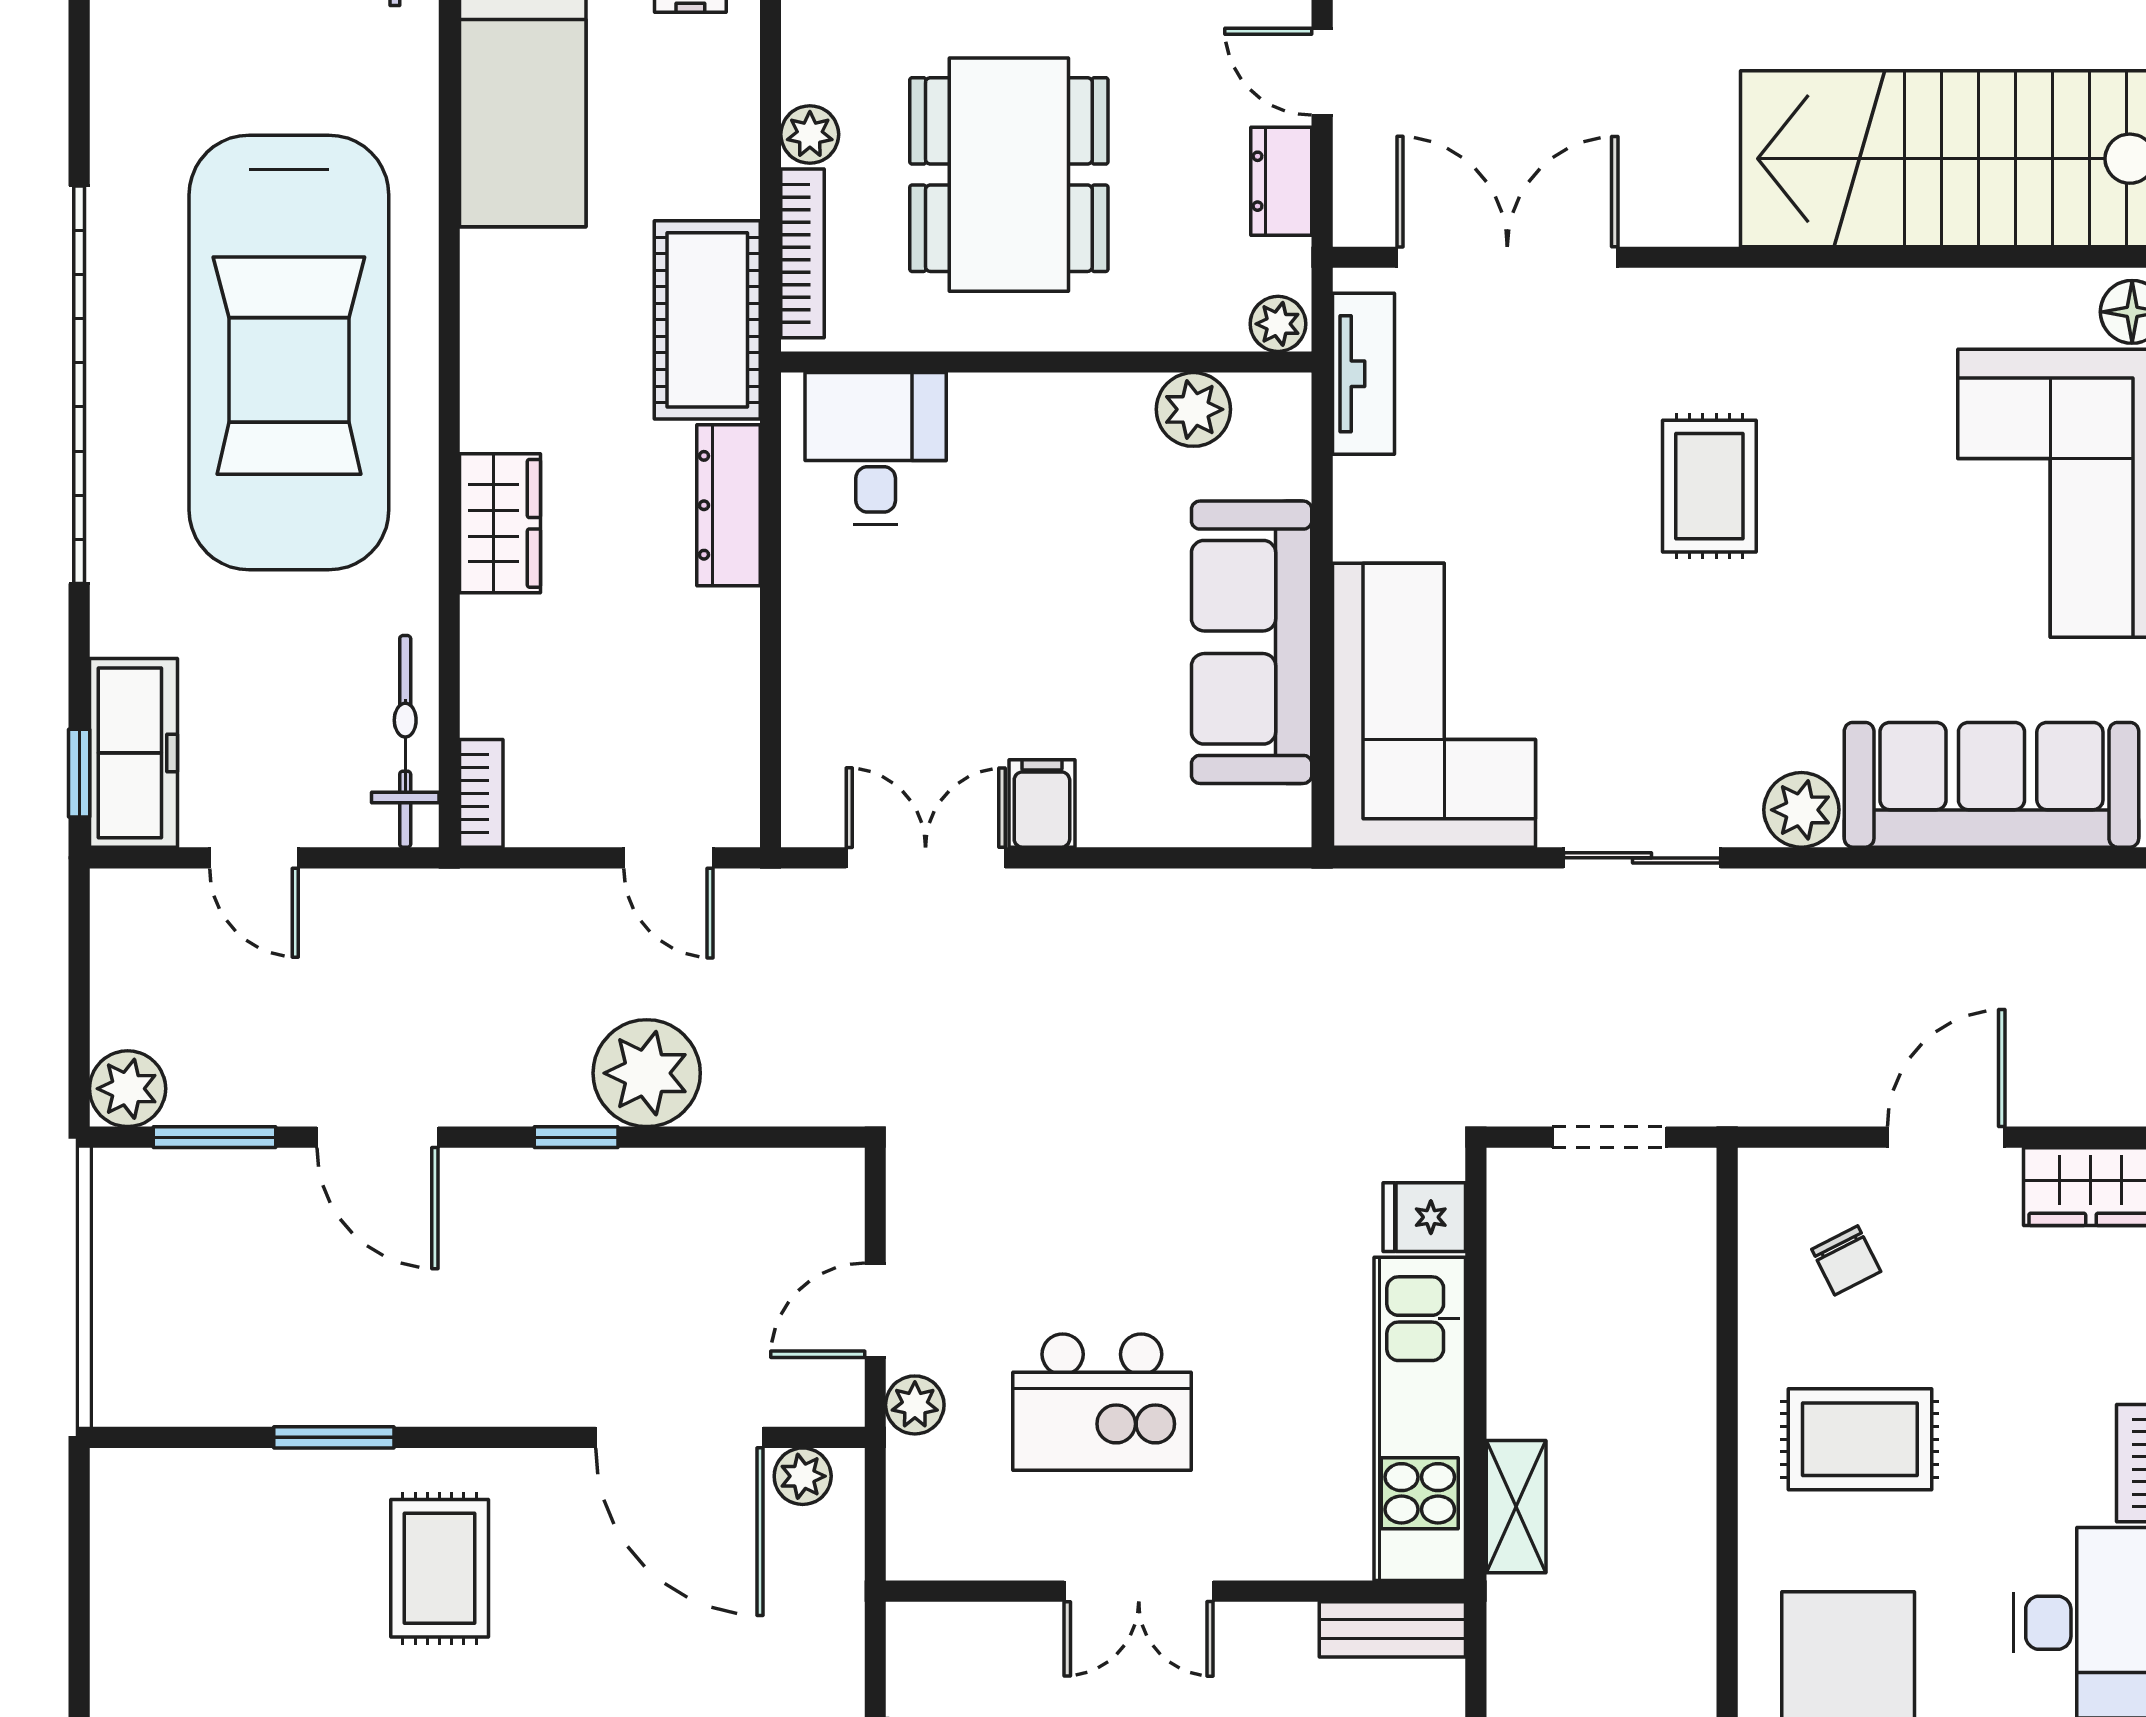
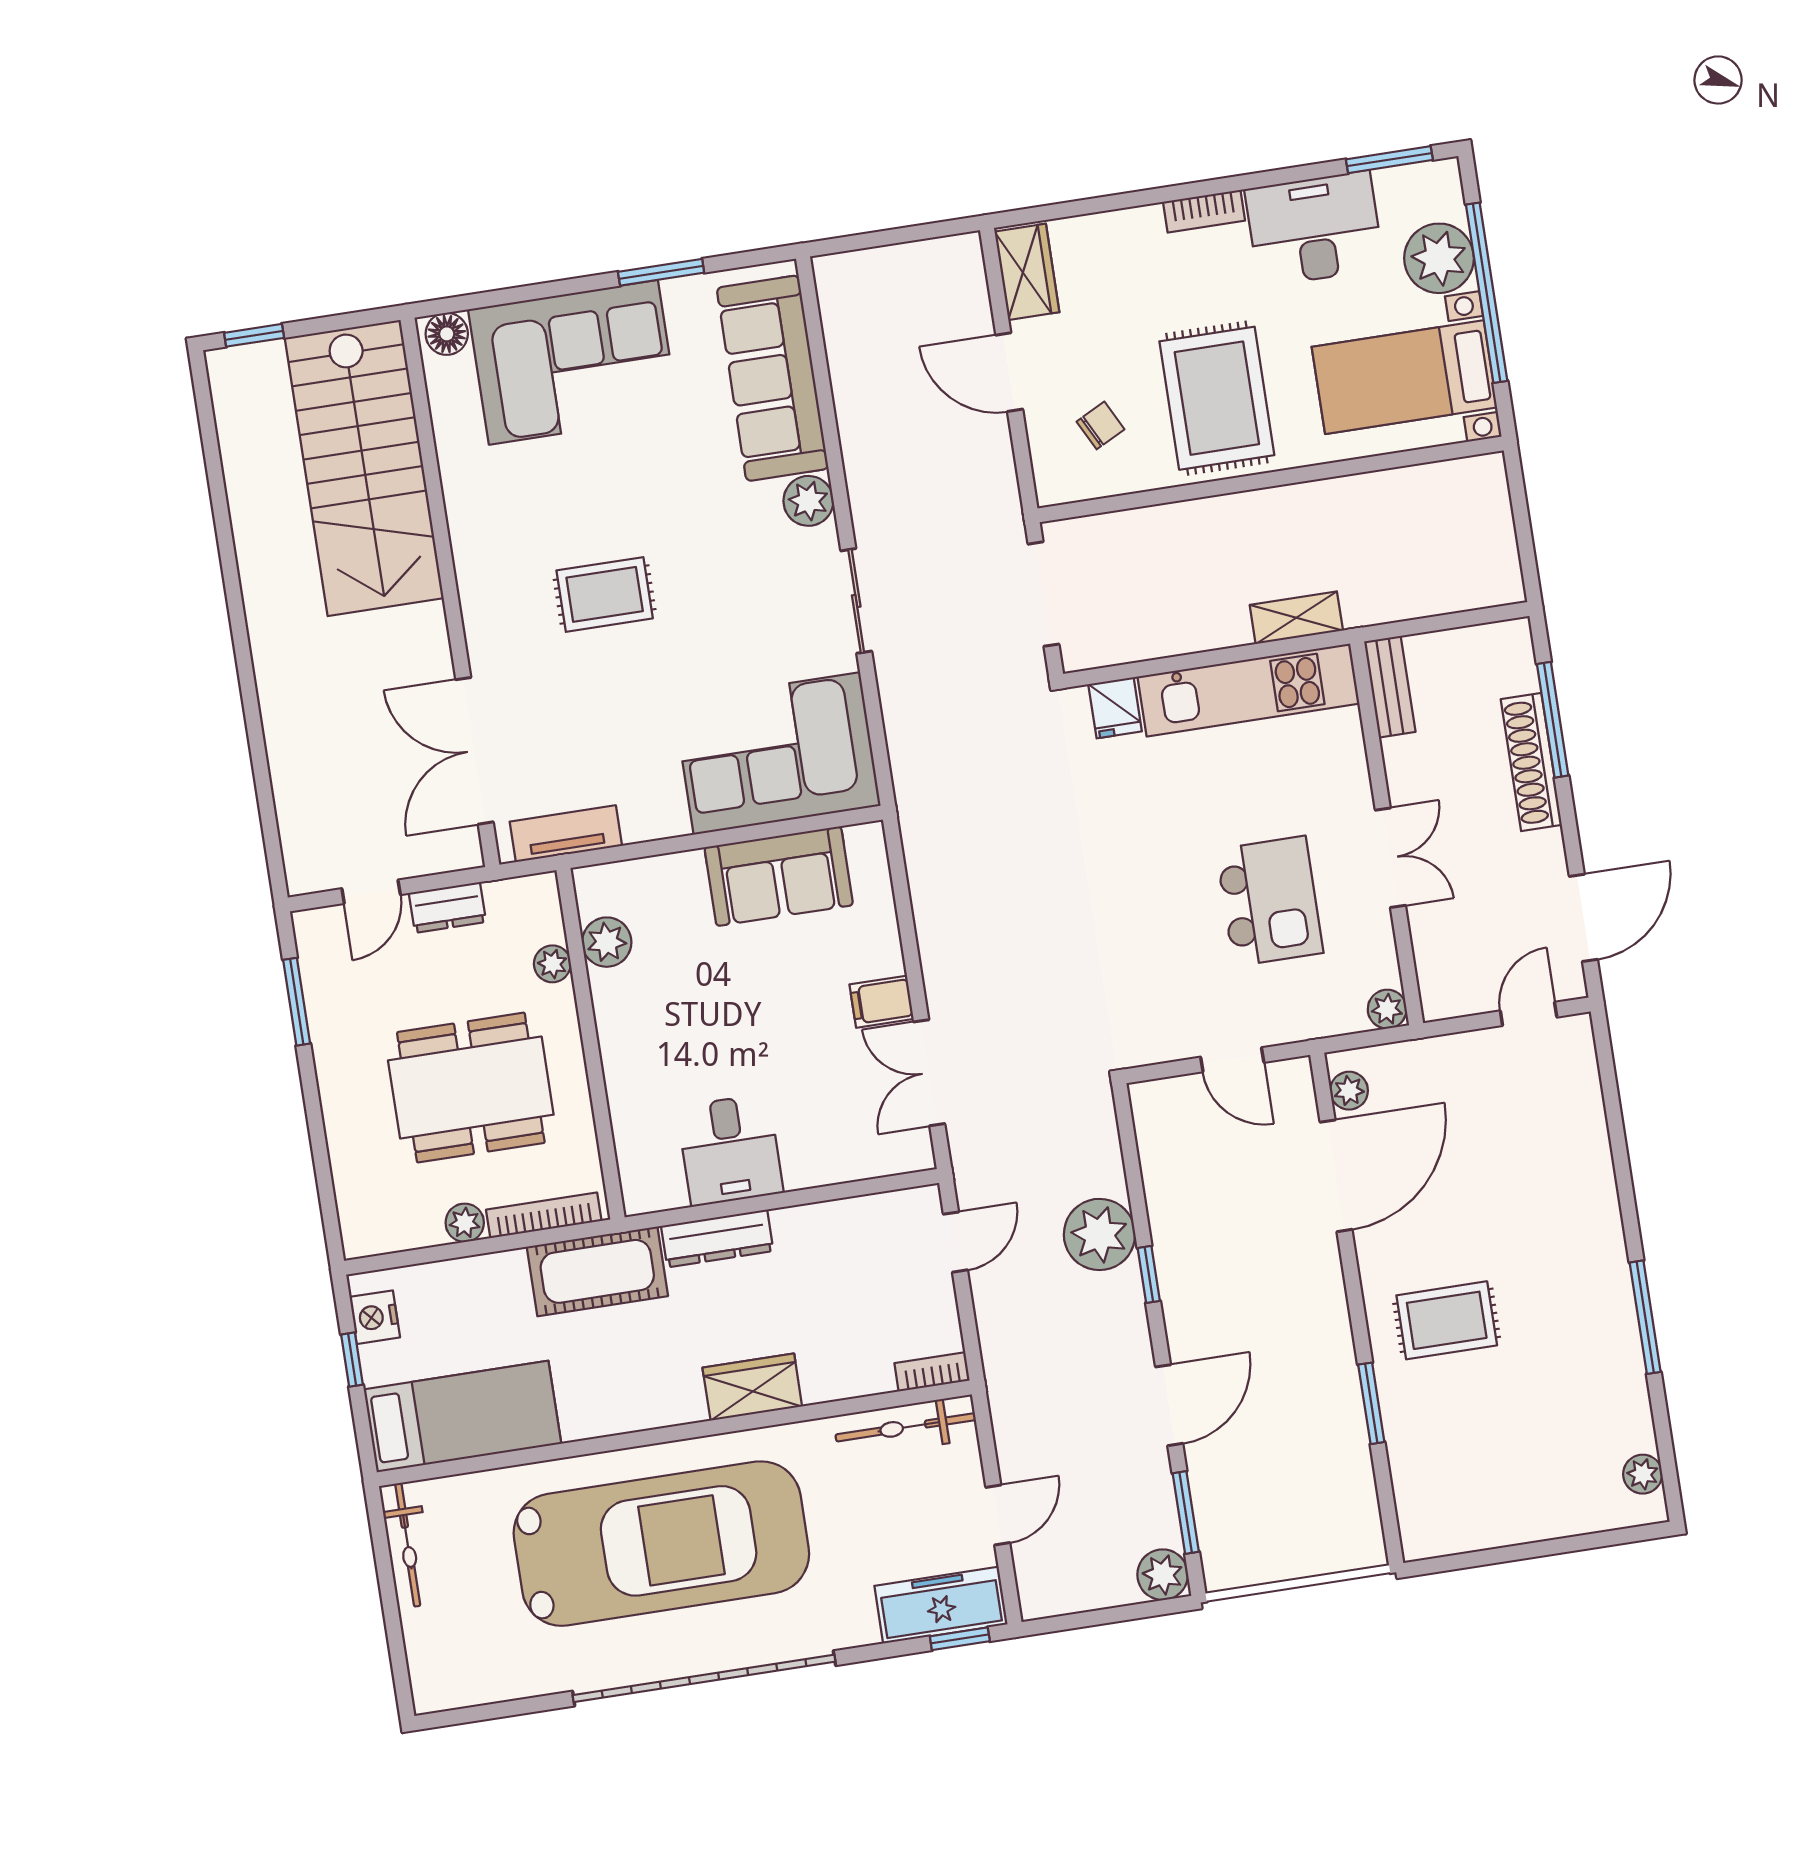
plant: (1278, 324) -> (552, 964), moved
desk: (876, 448) -> (730, 1150), moved, turned -90
sofa: (1252, 642) -> (779, 876), width x0.73
doorway: (1609, 1137) -> (1043, 594), width x1.38
plant: (915, 1405) -> (1387, 1009), moved
rug: (1860, 1439) -> (1217, 398), width x1.36, depth x1.43

